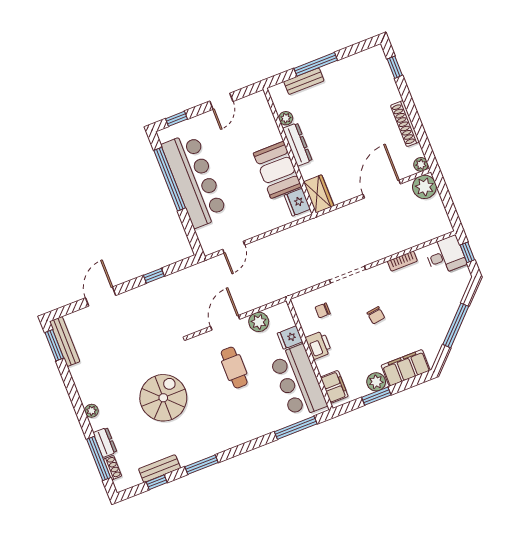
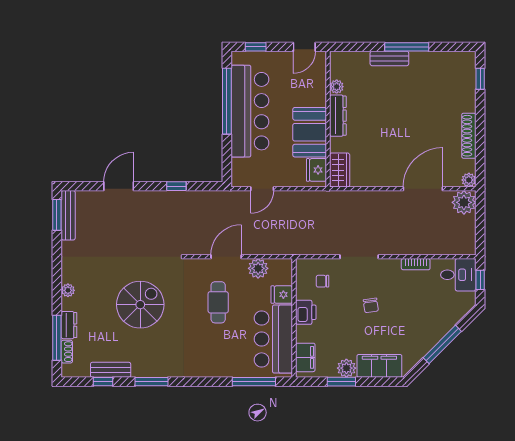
plant: (286, 118) -> (337, 87), moved
dresser: (297, 144) -> (338, 116), moved
wall: (290, 151) -> (328, 119), moved
booth: (277, 170) -> (310, 132), moved
wardrobe: (319, 194) -> (340, 170), moved
fridge: (297, 202) -> (316, 170), moved

